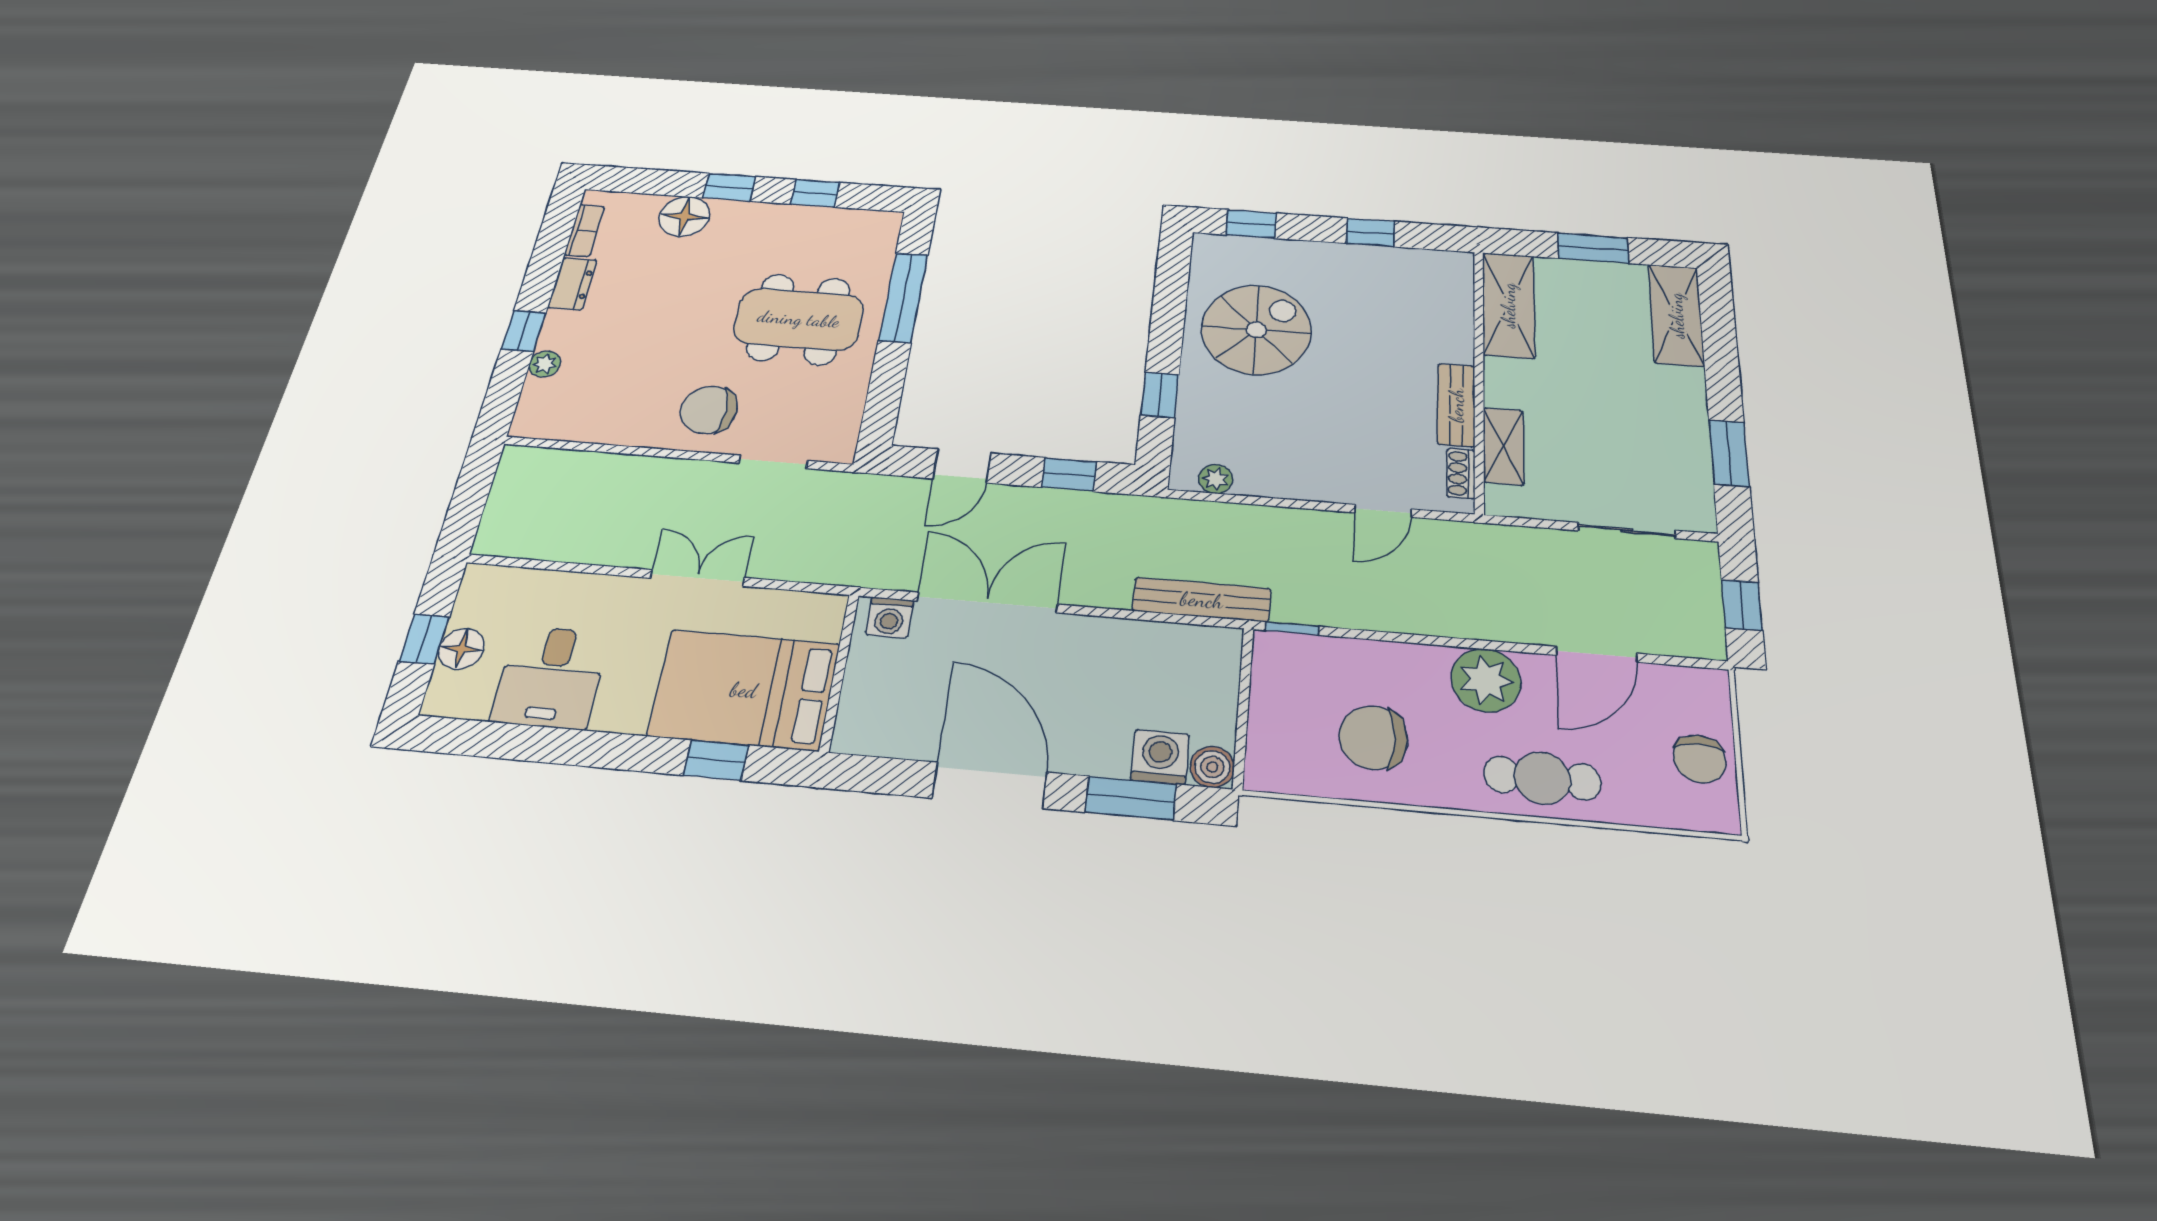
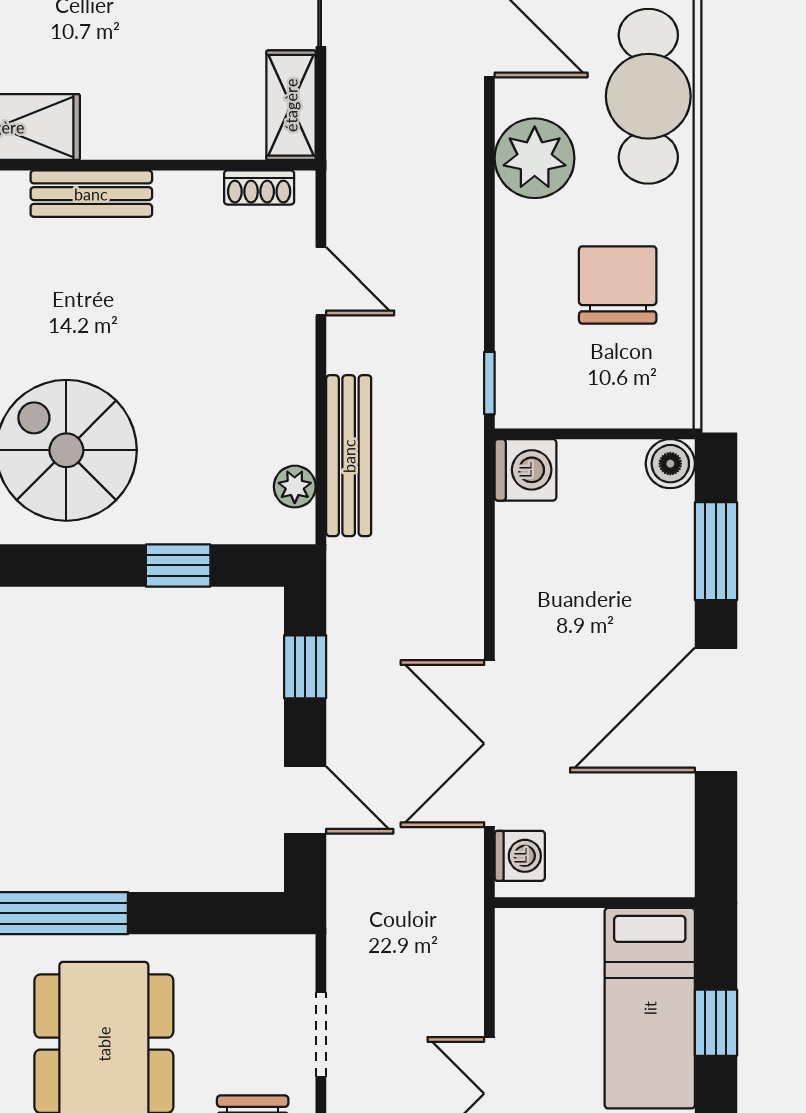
bench: (1456, 405) -> (91, 194), moved
shelving: (1503, 446) -> (291, 105), moved, turned 90
bench: (1202, 600) -> (349, 456), moved
bed: (744, 690) -> (650, 1008), width x0.67
chair: (1373, 738) -> (618, 285), turned 180
washing machine: (1160, 757) -> (525, 470), moved, turned 180
cafe table: (1542, 778) -> (648, 96), width x1.37, depth x1.35

